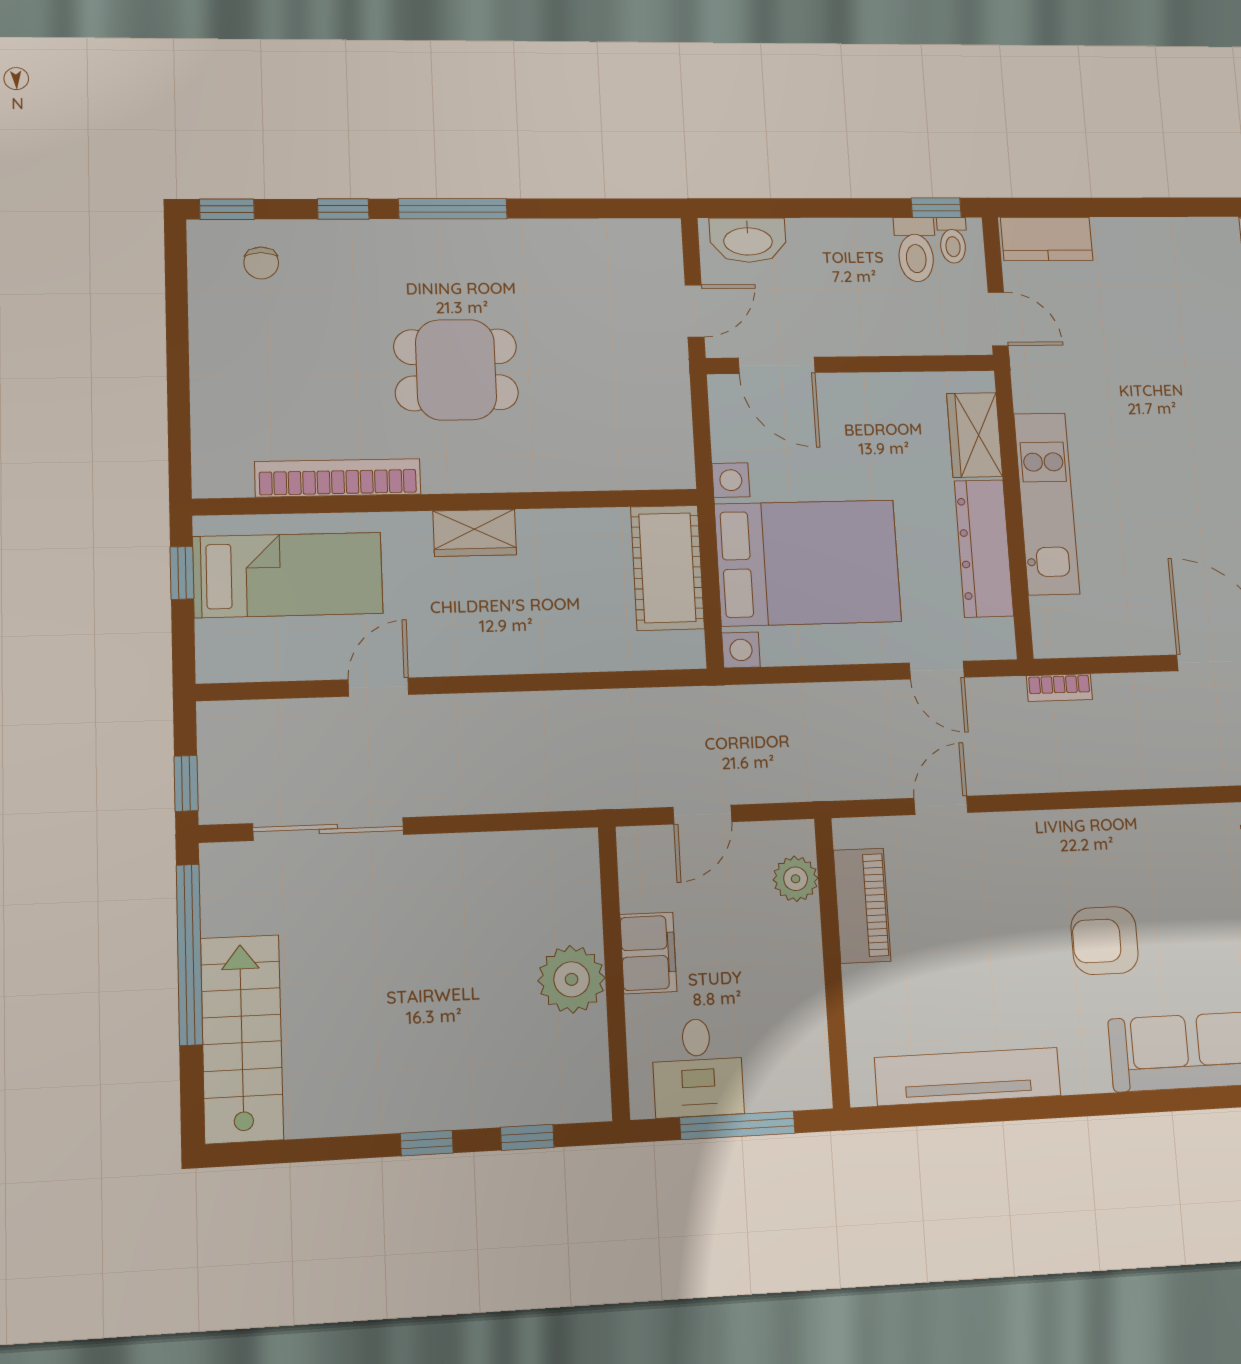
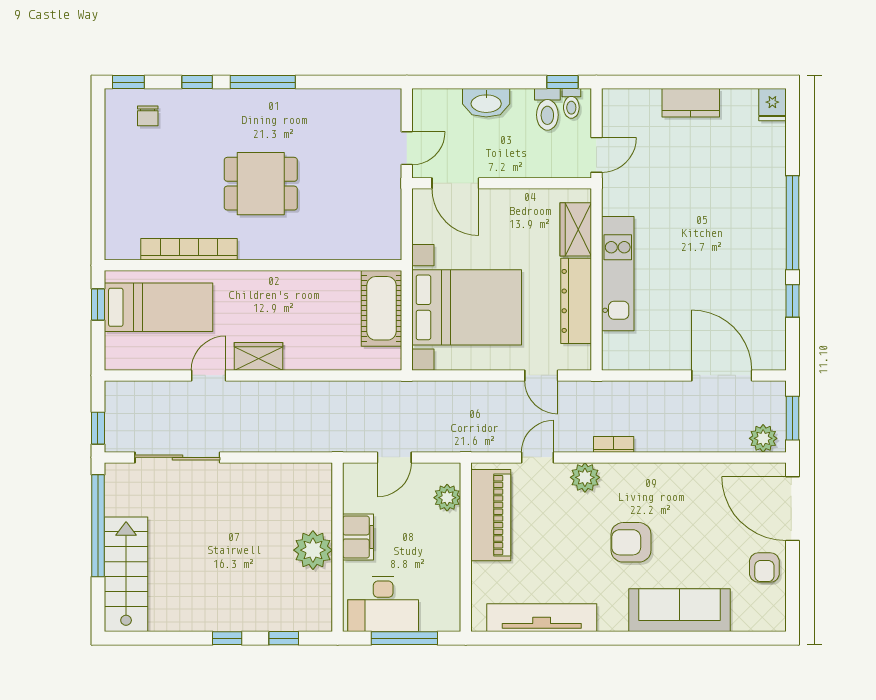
kitchen counter: (1047, 239) -> (691, 103), moved
washbasin: (748, 240) -> (486, 103), moved
door: (998, 319) -> (596, 155), hinge flipped
wardrobe: (475, 533) -> (258, 356), moved, turned 180
bookcase: (1059, 688) -> (614, 444), moved, turned 180
plant: (1021, 835) -> (585, 477), added
piano: (862, 906) -> (491, 515), width x1.37, depth x1.33
desk: (698, 1067) -> (383, 604), width x1.37

